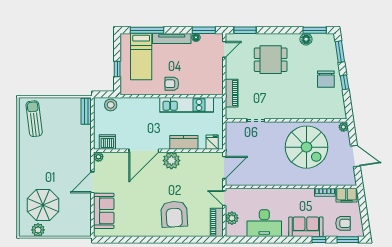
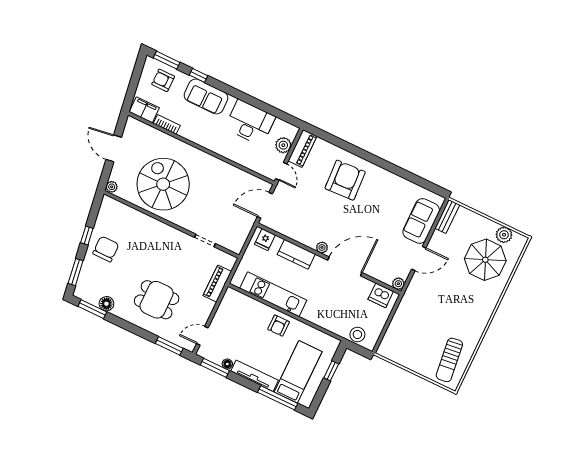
armchair: (172, 84) -> (279, 326), turned 90
bench: (86, 111) -> (447, 217), moved
plant: (171, 161) -> (322, 247), width x0.53, depth x0.53

